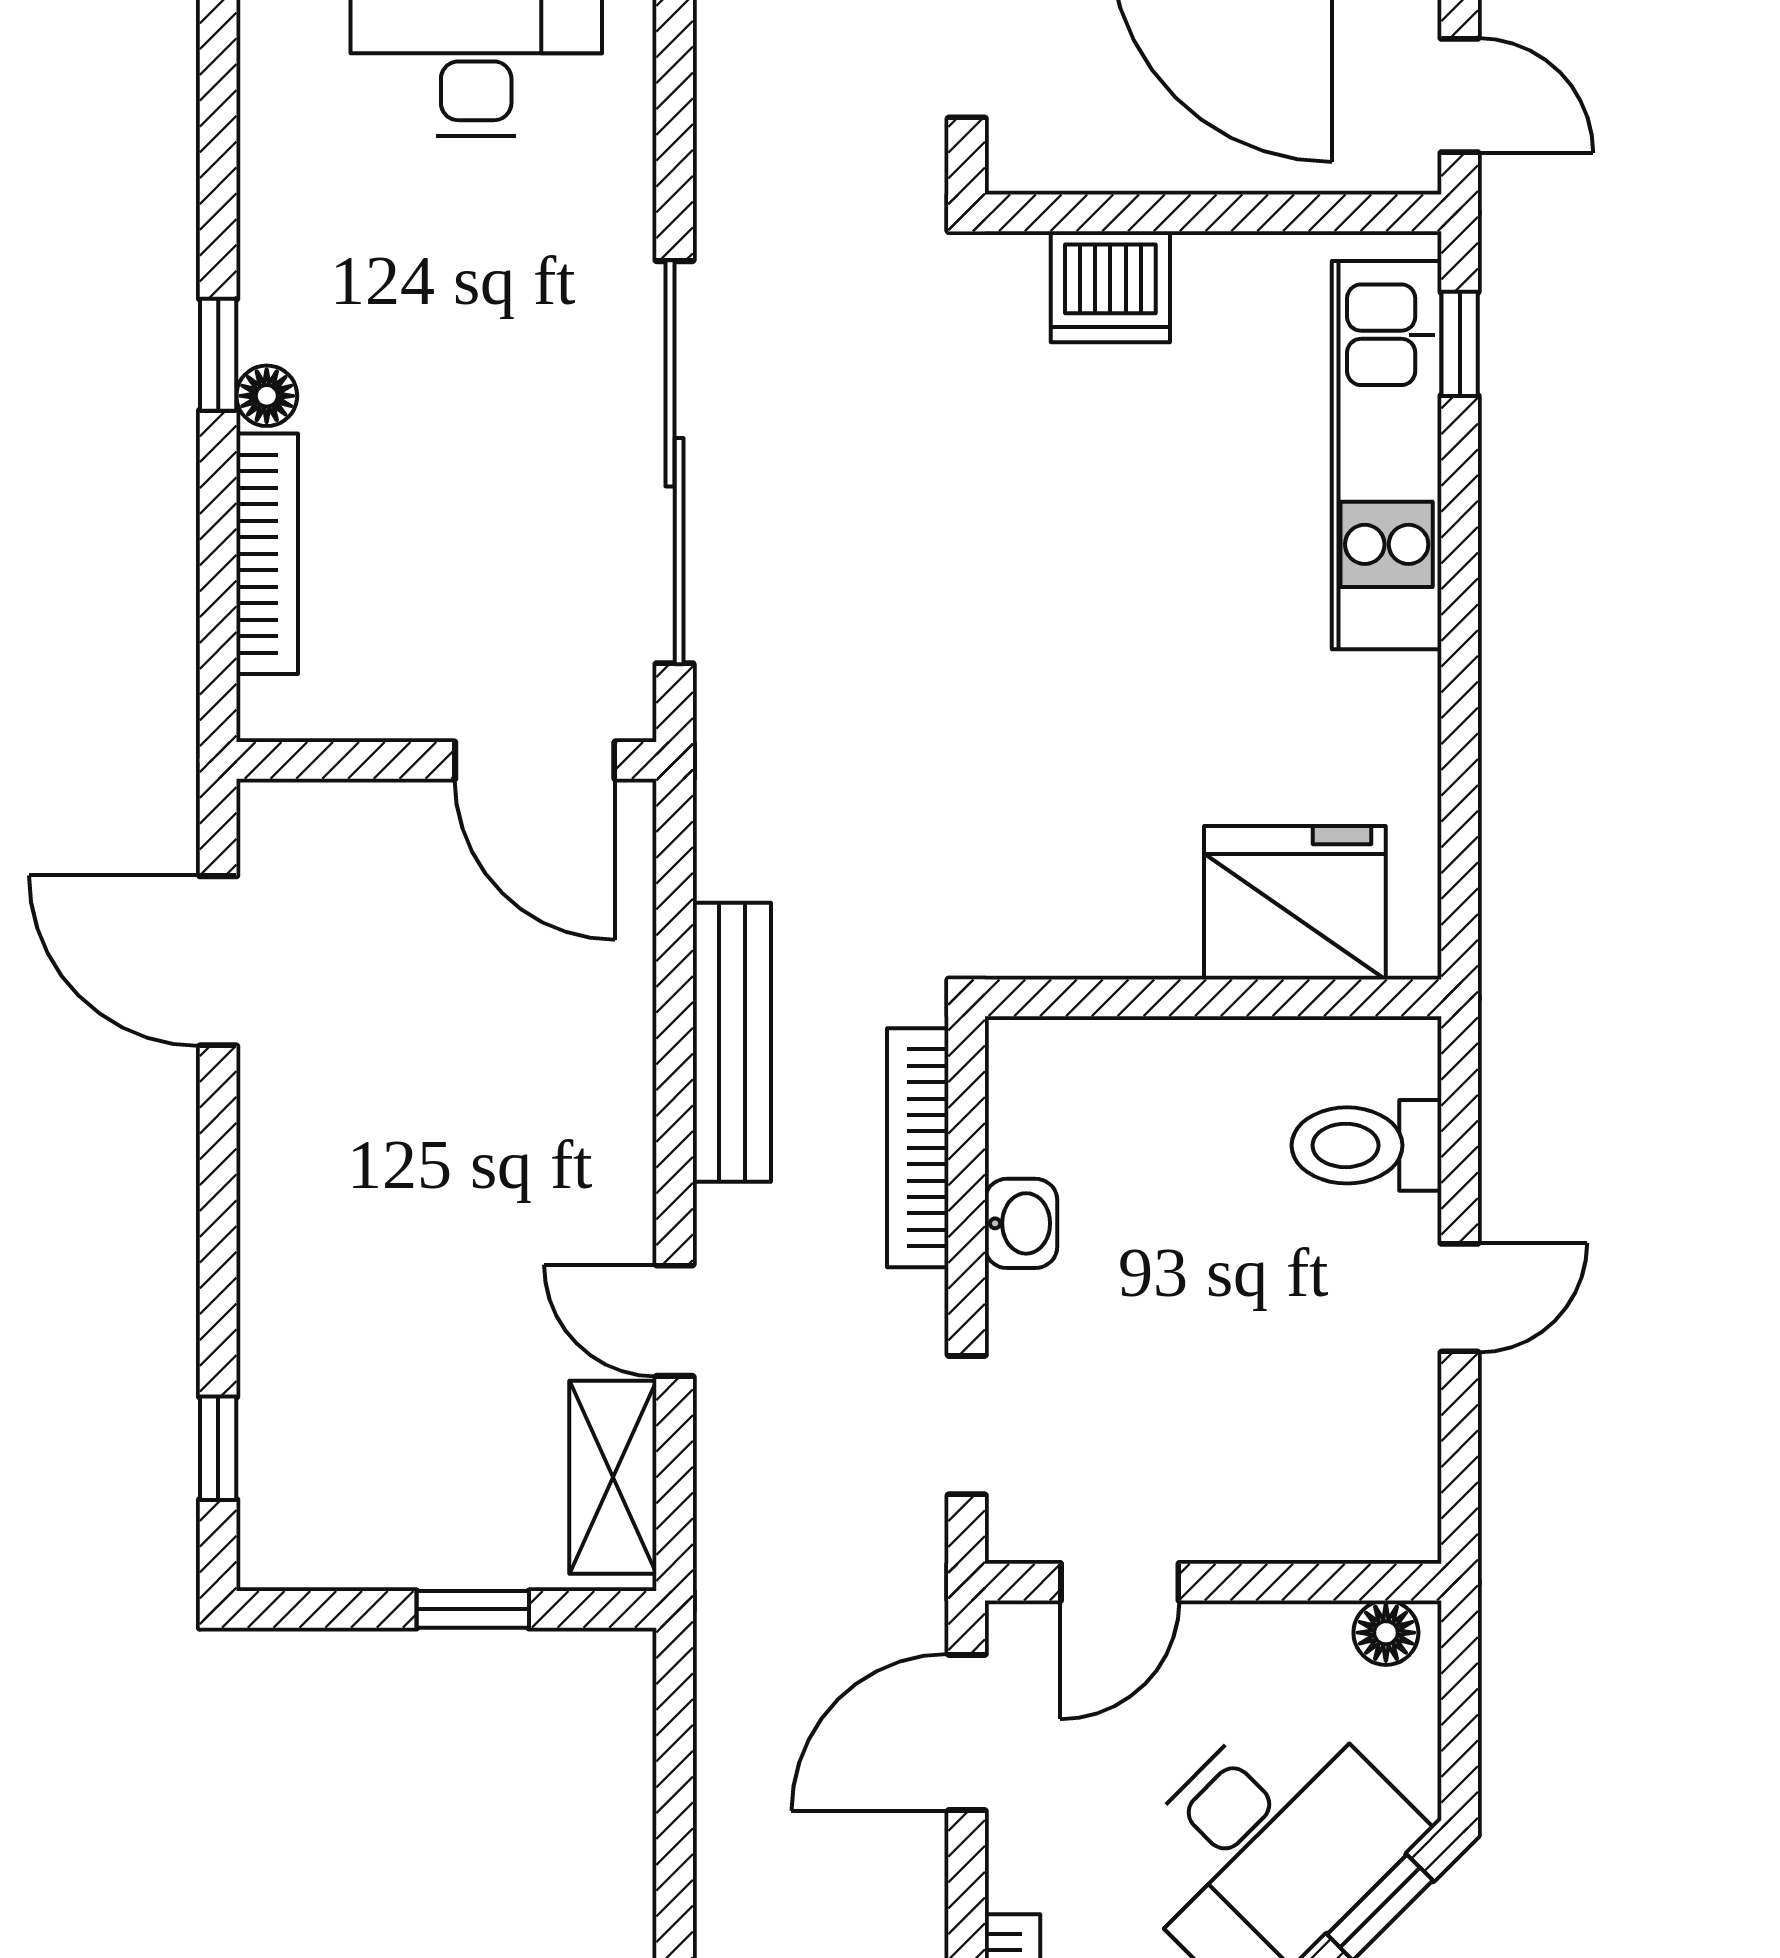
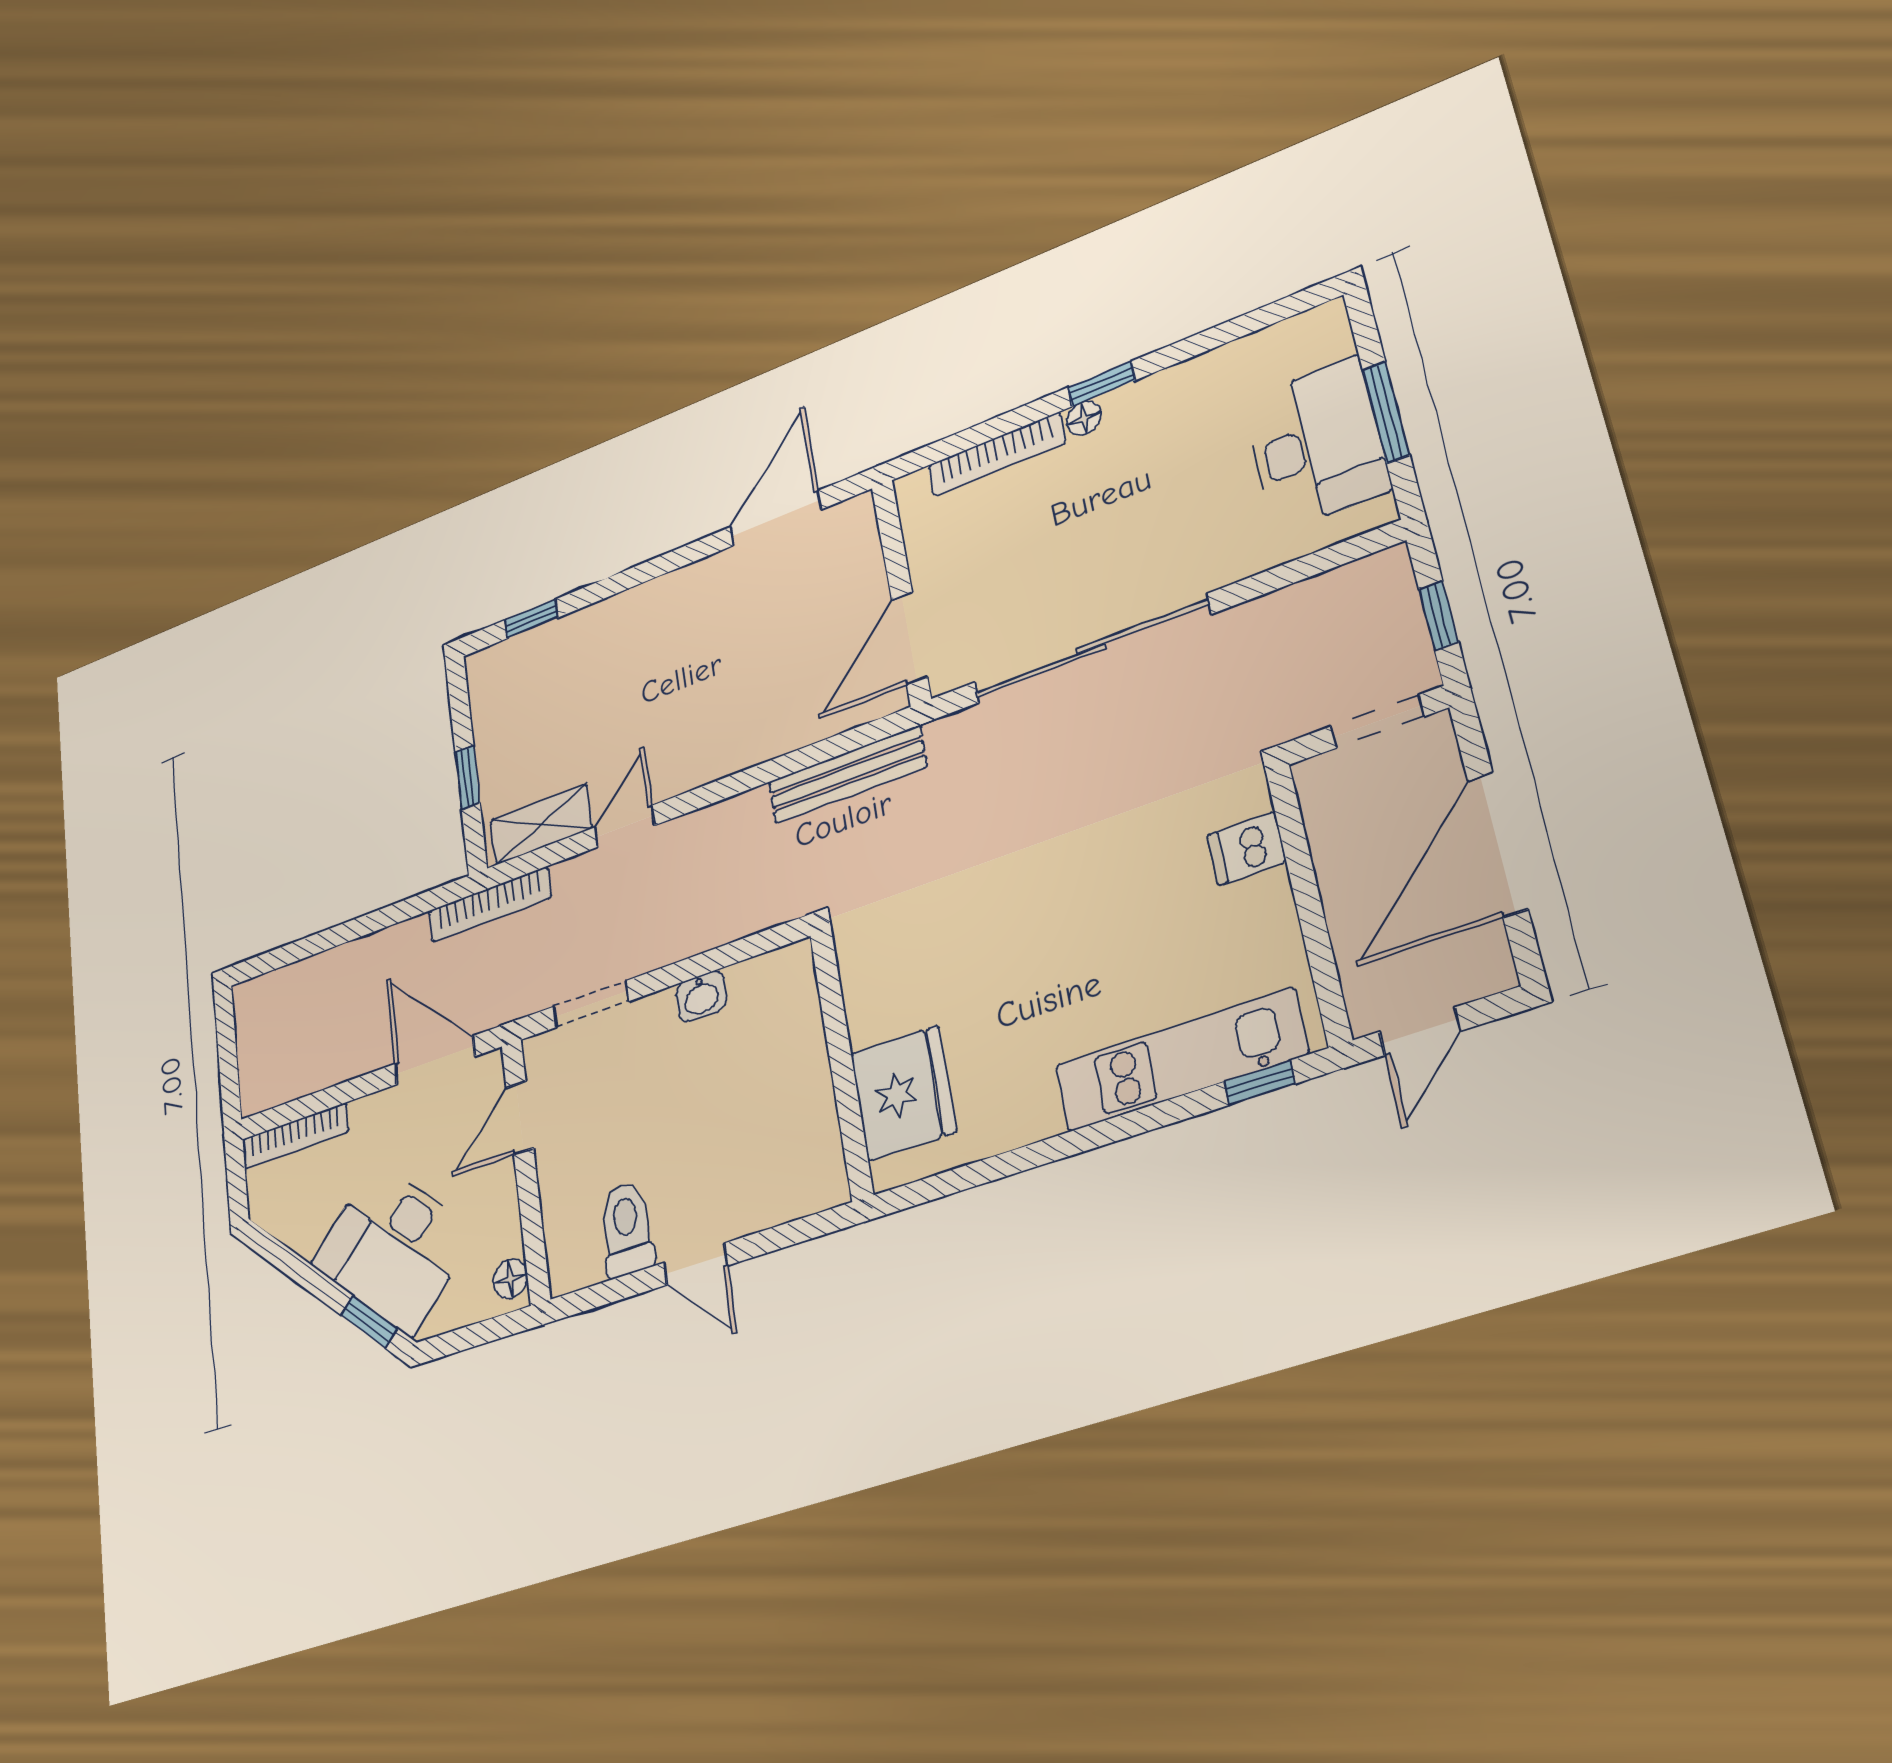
dishwasher: (1110, 287) -> (1246, 849), width x0.73
bench: (732, 1042) -> (847, 775), moved
toilet: (1366, 1145) -> (627, 1229), moved
bookcase: (918, 1148) -> (489, 905), moved, turned 180
door: (1120, 1582) -> (520, 1118), hinge flipped

